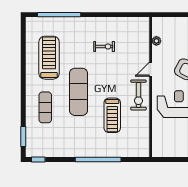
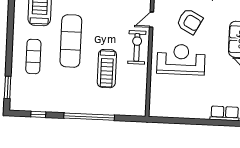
exercise bike: (138, 95) -> (137, 47), turned 180
window: (38, 160) -> (38, 114), moved

